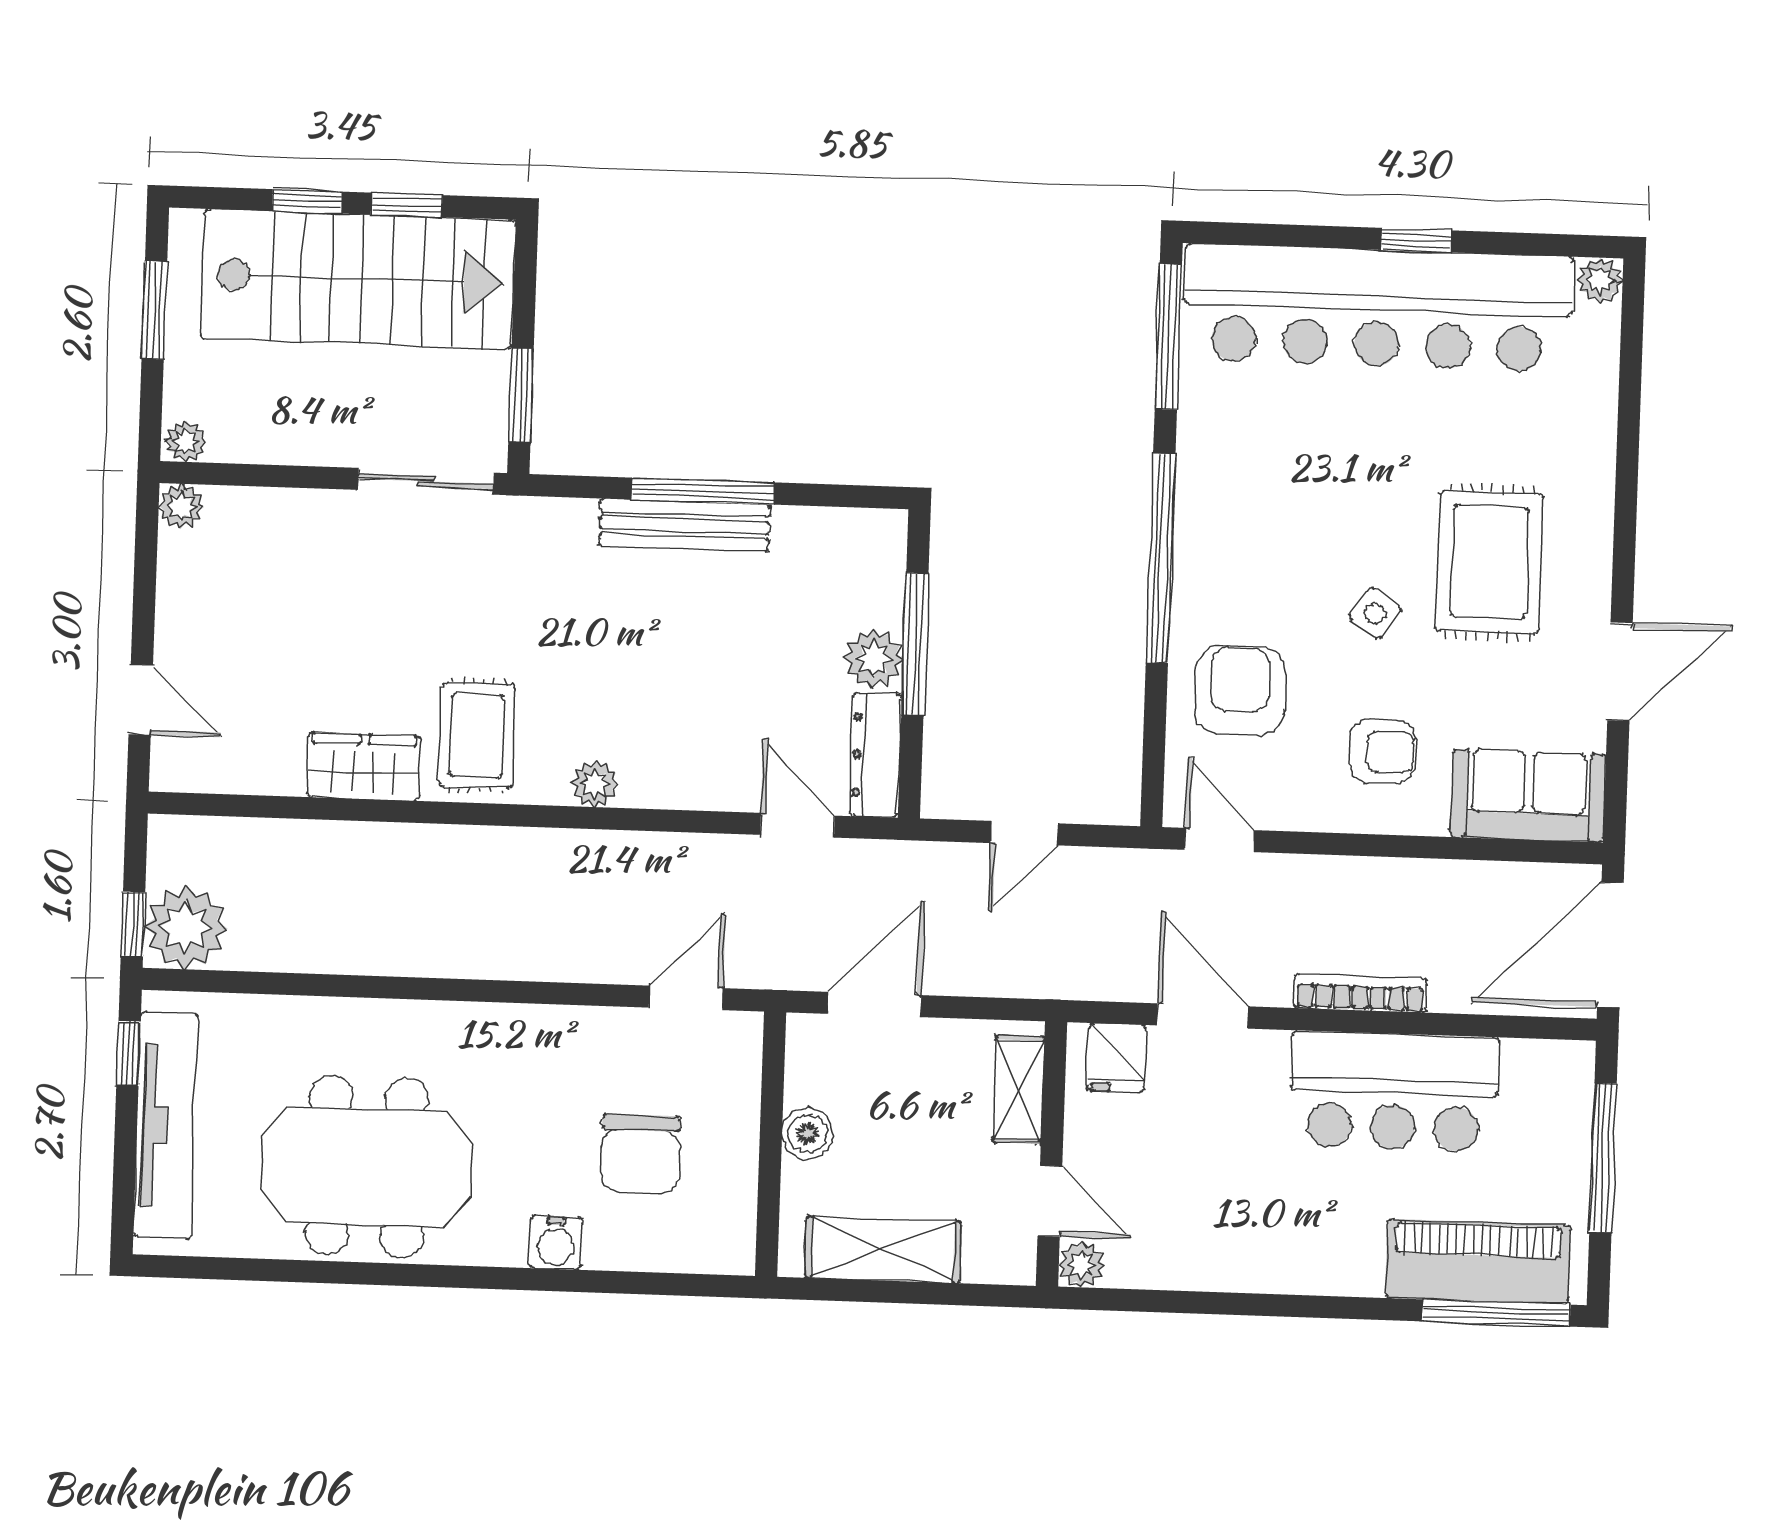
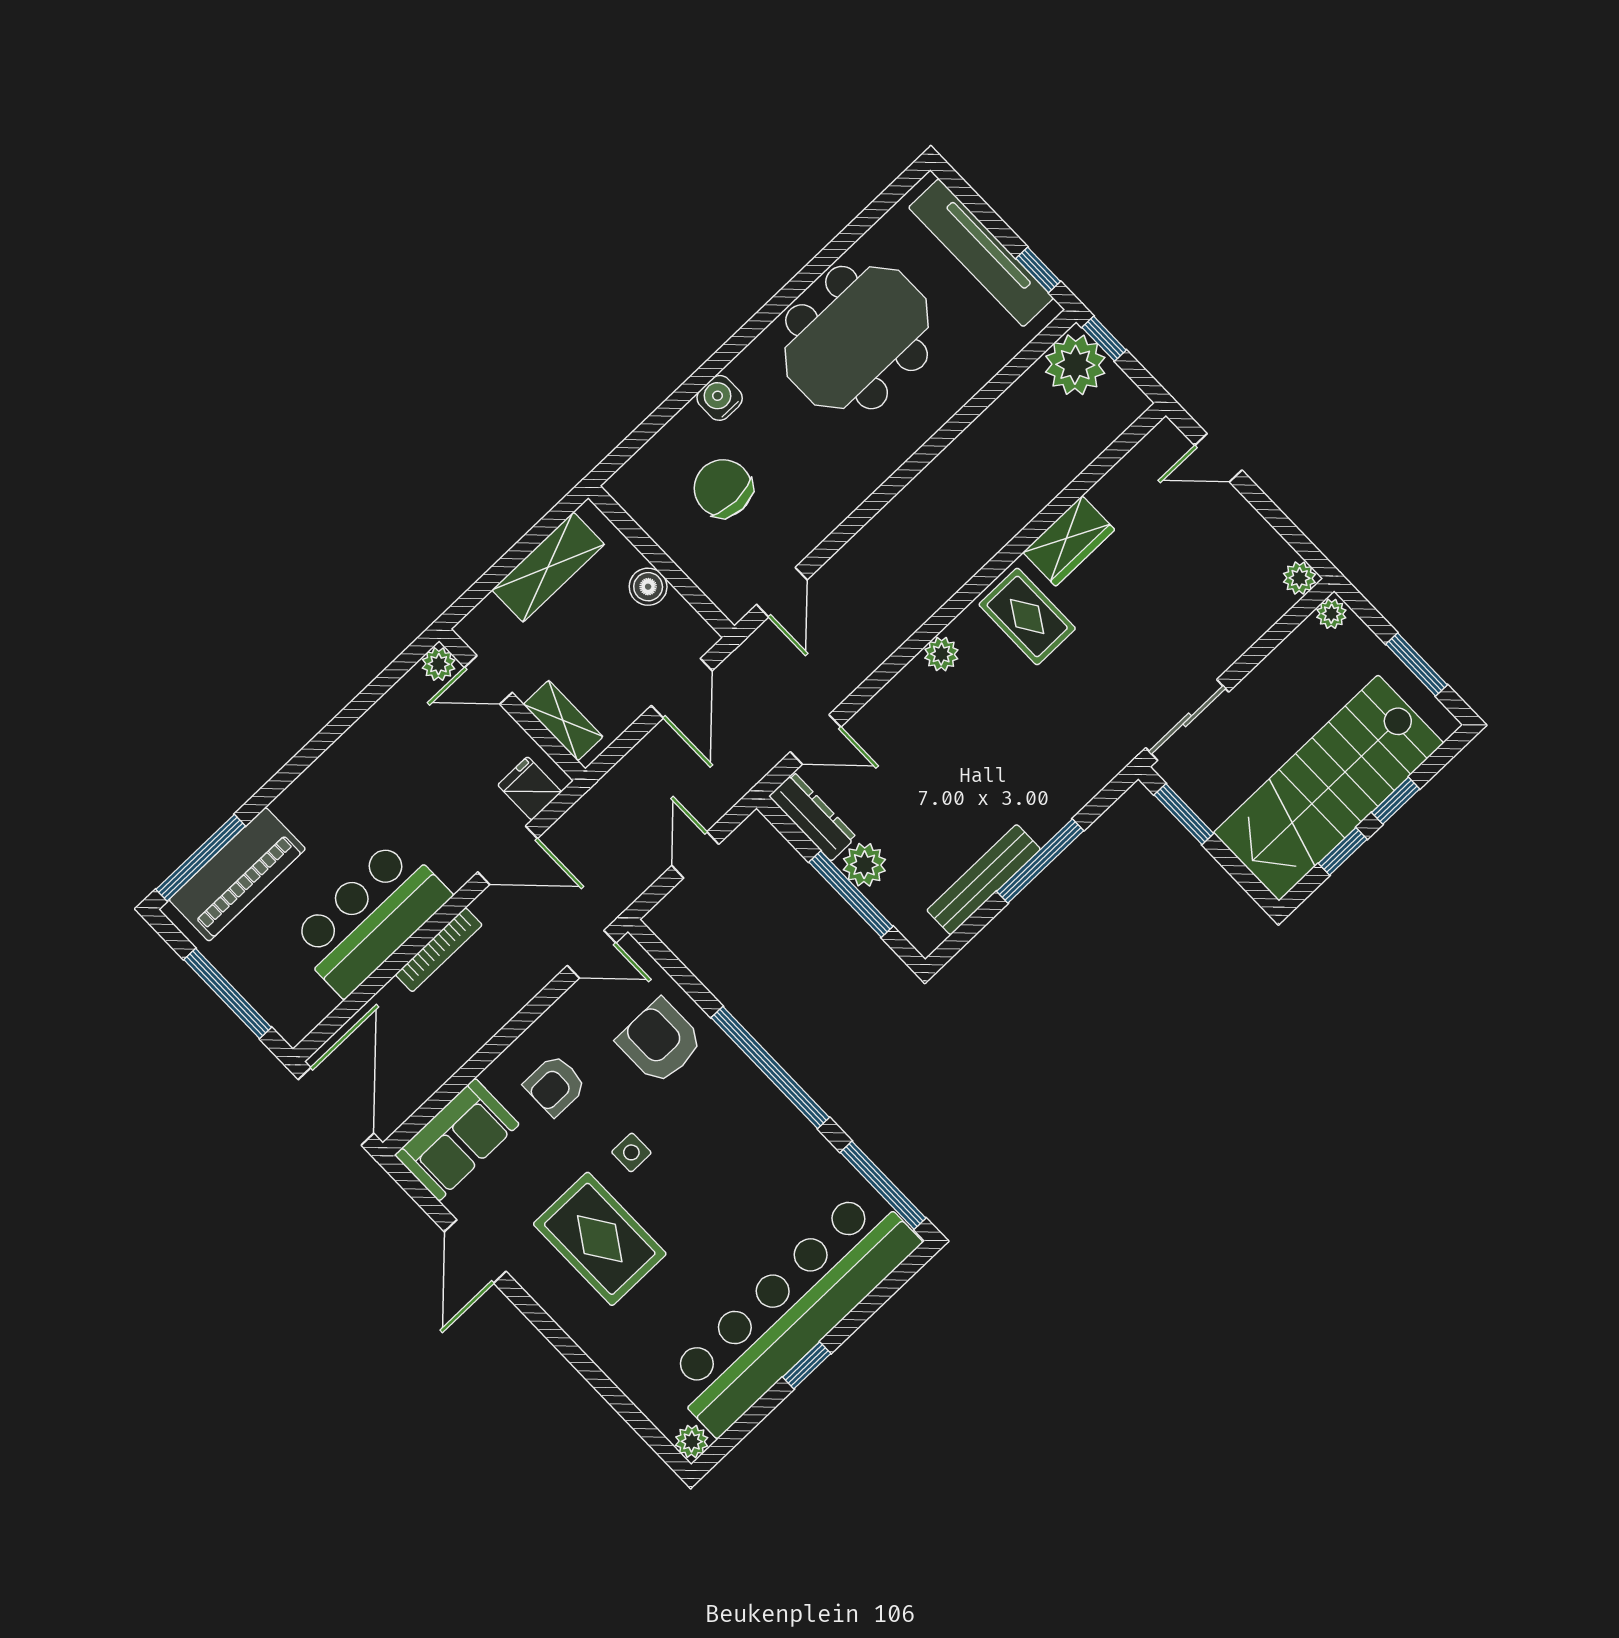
bench: (685, 525) -> (984, 880), moved
side table: (1375, 613) -> (631, 1152), turned -34
armchair: (1240, 691) -> (660, 1042), turned 180

